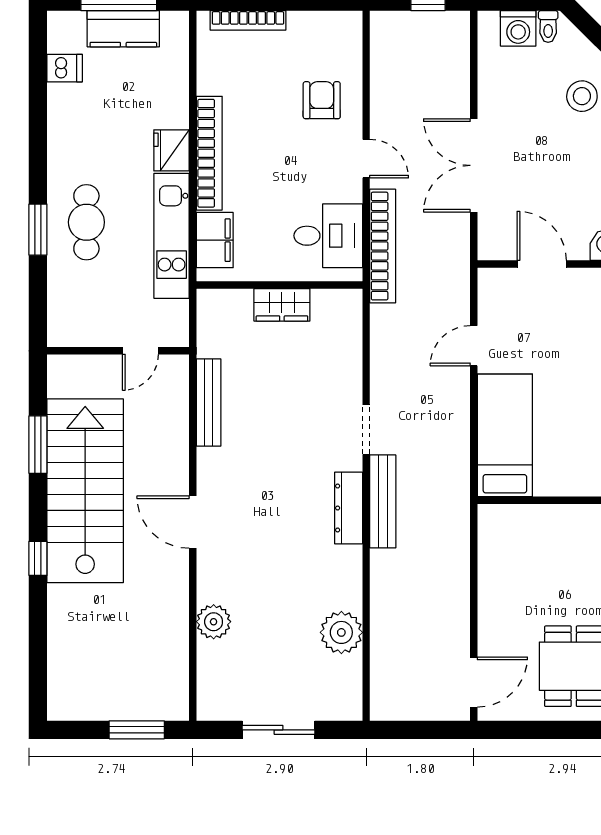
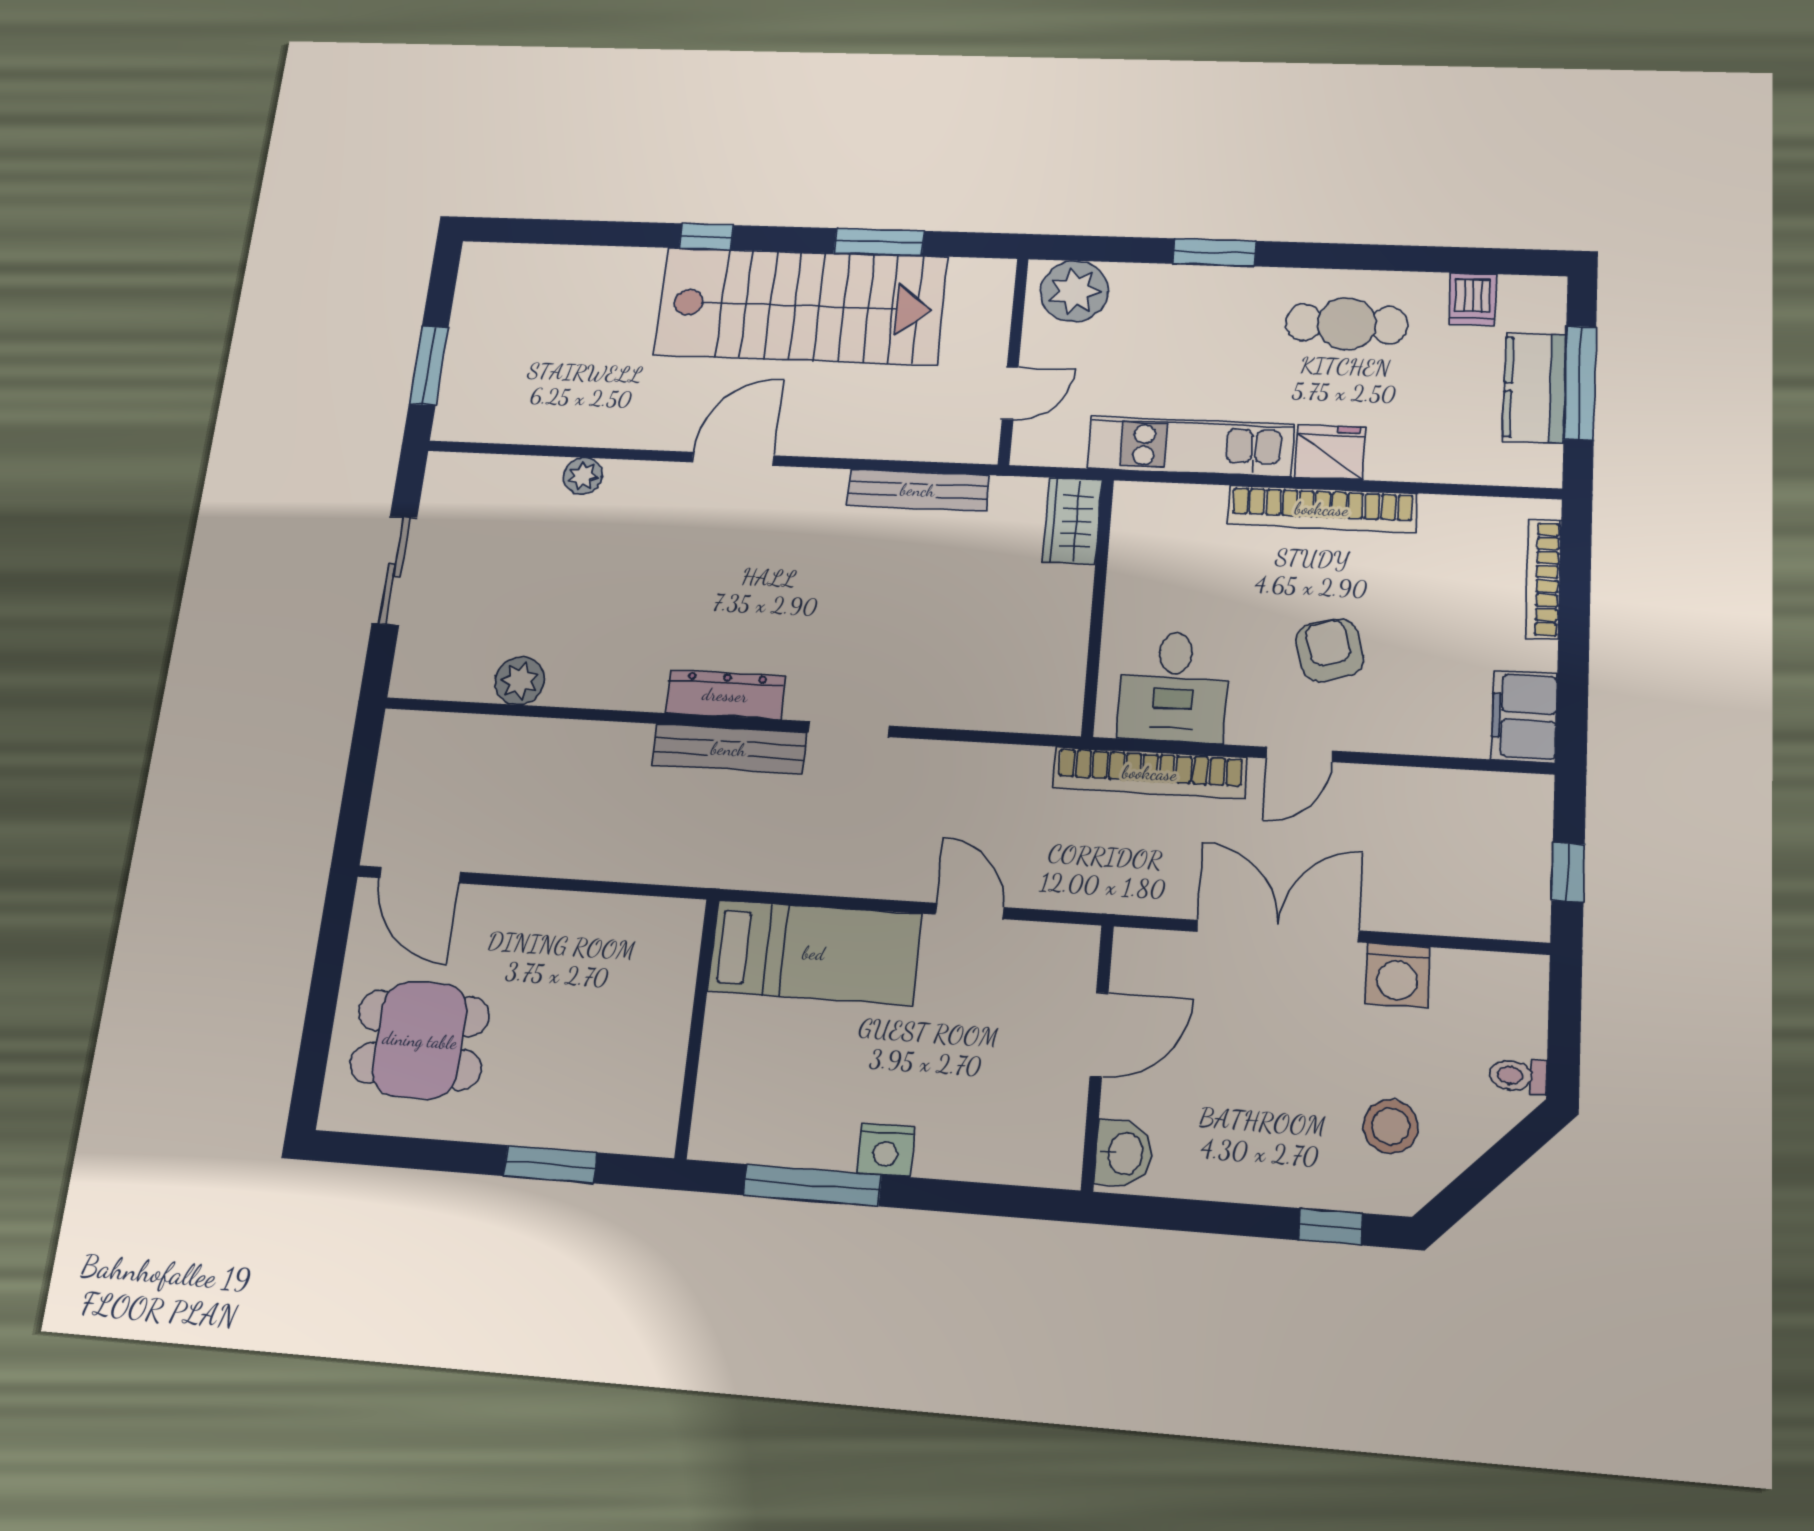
washing machine: (518, 28) -> (1397, 975), moved, turned -90
armchair: (322, 100) -> (1330, 650), moved, turned -106
cafe table: (86, 222) -> (1346, 324), moved
filing cabinet: (215, 240) -> (1524, 716), moved, turned 90
wardrobe: (282, 305) -> (1072, 521), moved
plant: (68, 316) -> (1074, 291), added
door: (140, 351) -> (1010, 393), swing flipped
plant: (214, 622) -> (583, 476), width x0.73, depth x0.73
plant: (341, 632) -> (520, 681), width x0.73, depth x0.73

